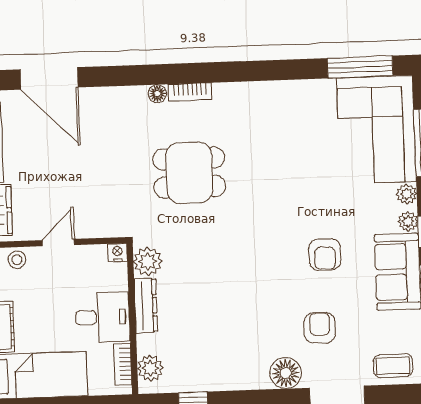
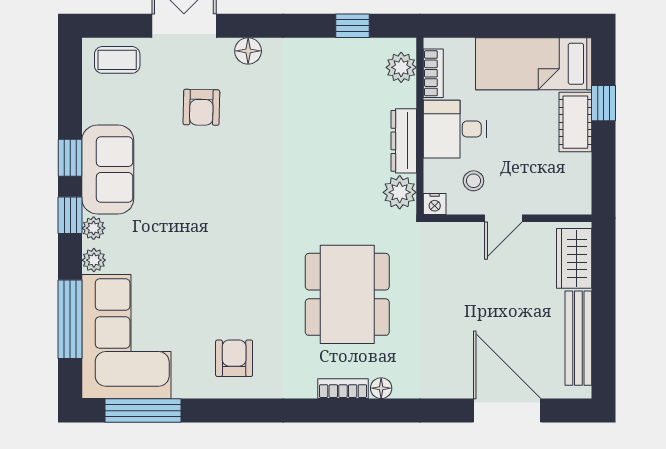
dining table: (189, 173) -> (347, 294), width x1.37
armchair: (325, 255) -> (234, 358), moved
stool: (17, 260) -> (473, 181), moved
floor lamp: (286, 373) -> (248, 51), width x0.73, depth x0.73

